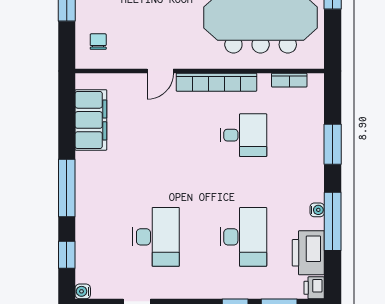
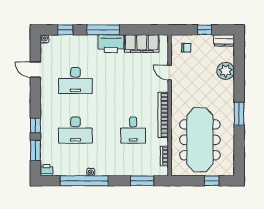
door: (160, 71) -> (170, 73), moved
window: (333, 144) -> (142, 181), moved
window: (333, 221) -> (84, 181), width x1.46
printer: (308, 253) -> (111, 44), moved, turned 180

